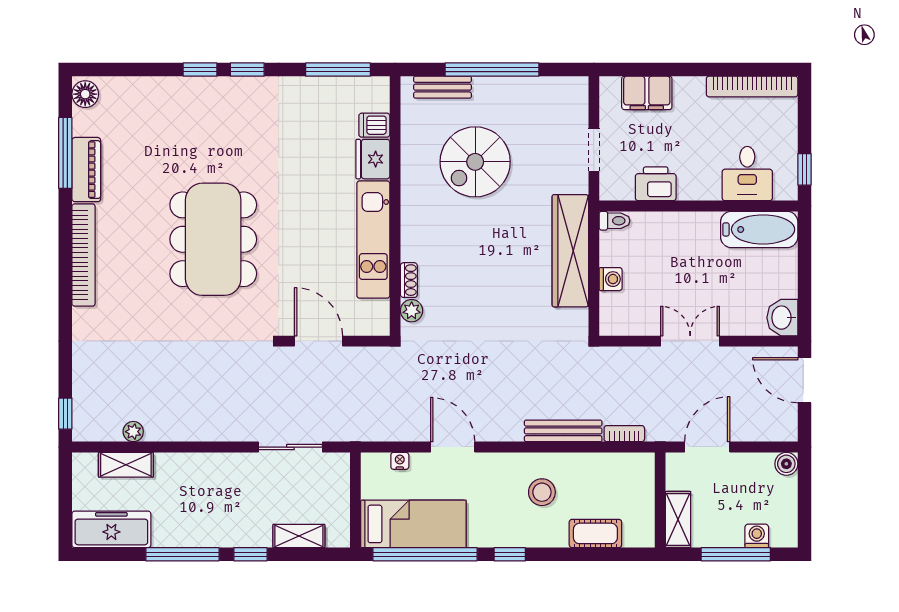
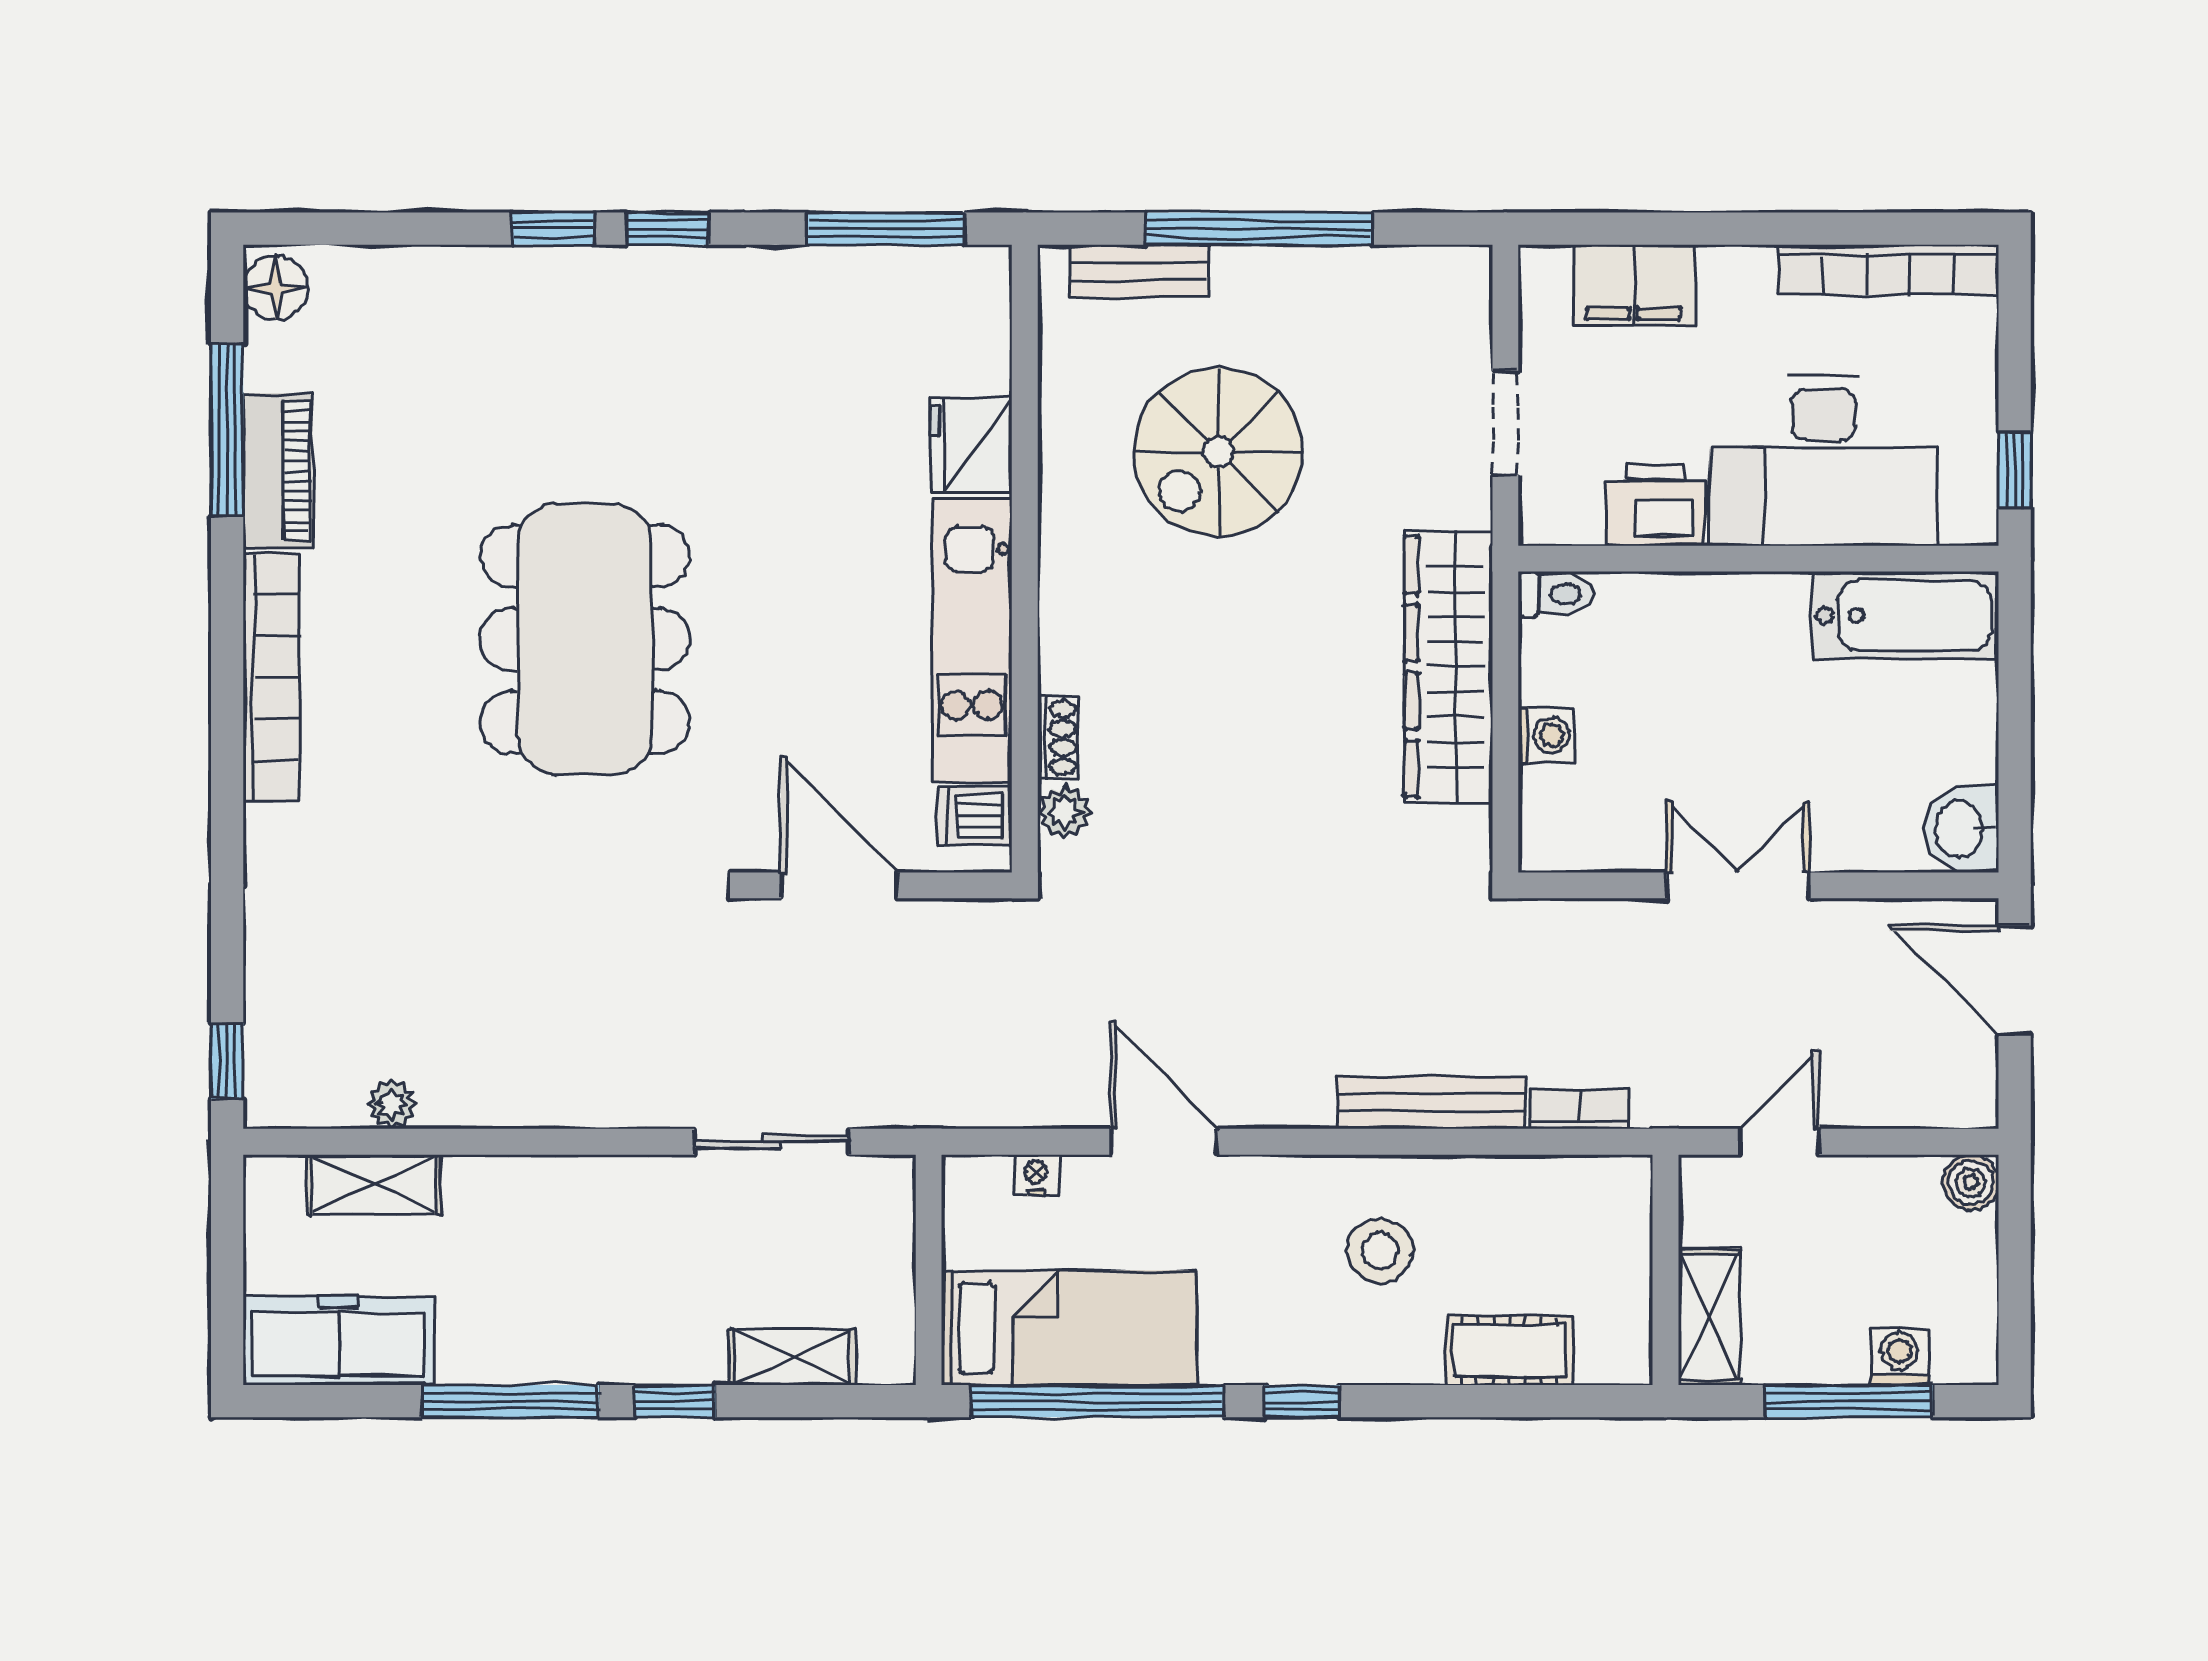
dishwasher: (374, 125) -> (974, 816), moved
desk: (747, 174) -> (1823, 461), width x1.87, depth x1.30
door: (707, 447) -> (1780, 1142), width x0.73

